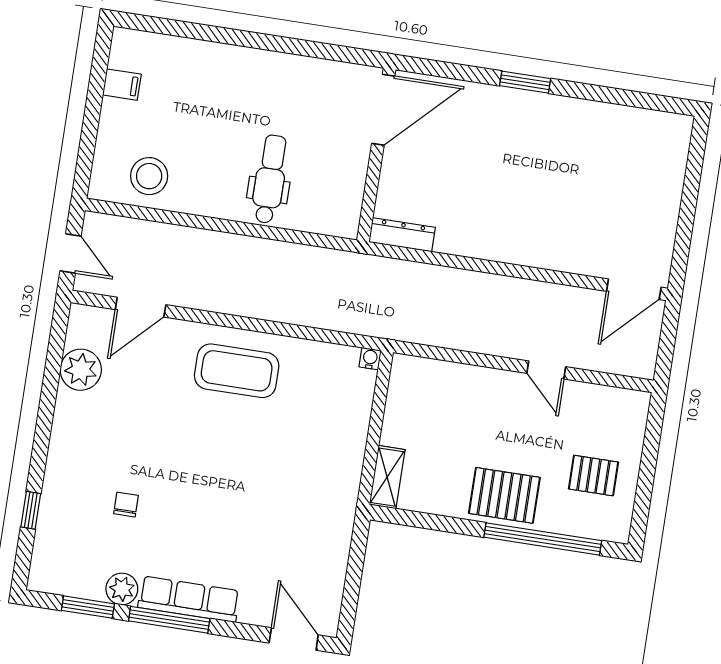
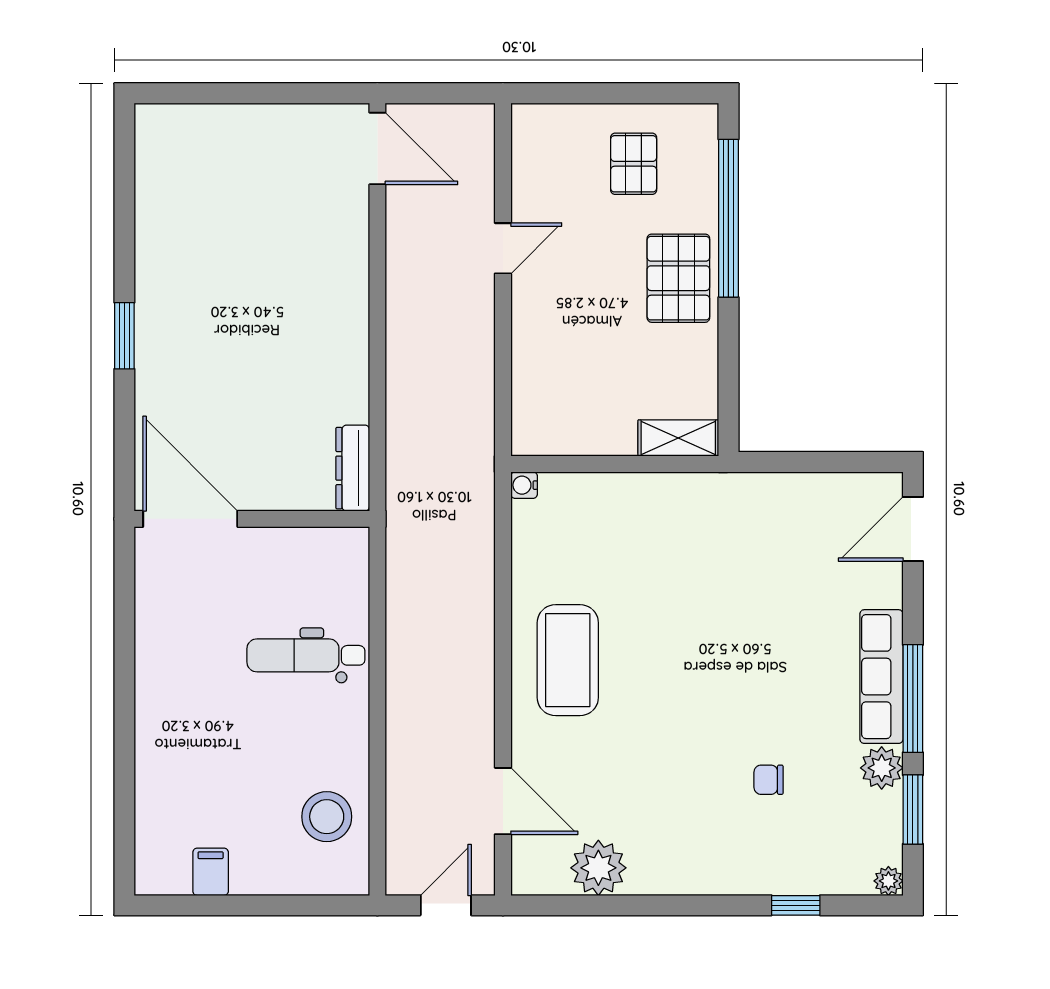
plant: (38, 581) -> (888, 881), added

